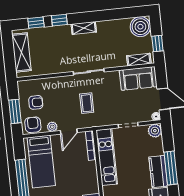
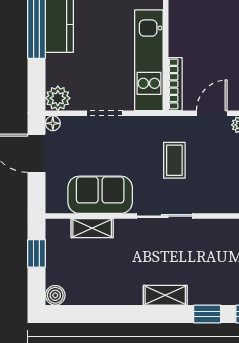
boiler: (140, 27) -> (55, 295), width x0.54, depth x0.54
shelving: (139, 60) -> (92, 228), moved
sofa: (138, 78) -> (100, 195), moved

